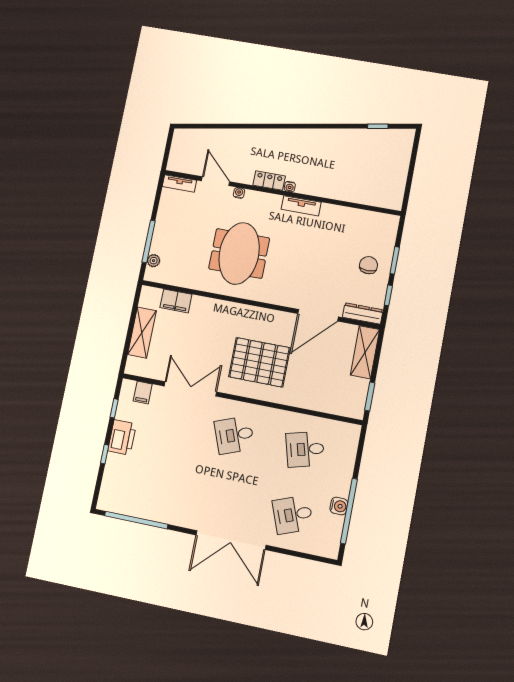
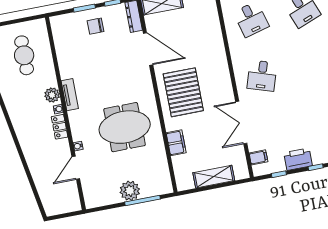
cafe table: (367, 171) -> (24, 55), added
tv unit: (179, 183) -> (88, 195), removed
plant: (309, 186) -> (52, 95), added
plant: (154, 261) -> (130, 191), moved, width x1.87, depth x1.87
filing cabinet: (176, 301) -> (176, 143), moved
pallet: (259, 362) -> (183, 92), moved
desk: (234, 435) -> (262, 76), turned 39

